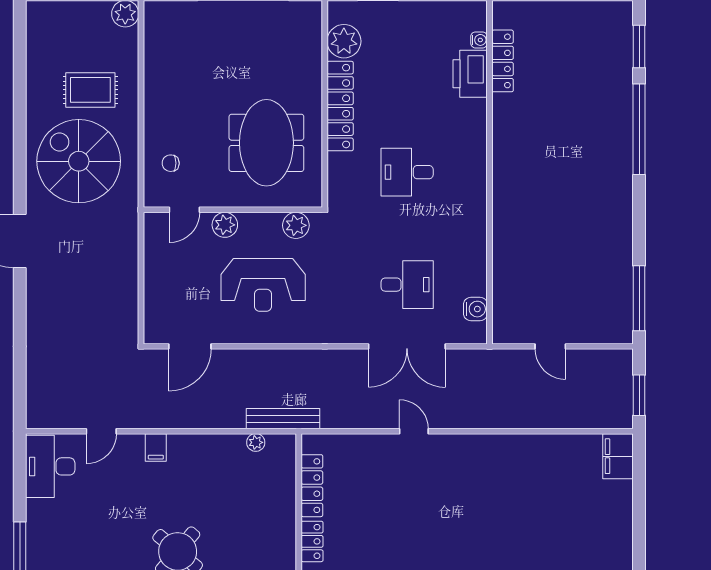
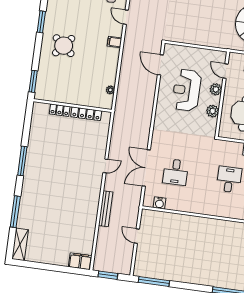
plant: (296, 225) -> (213, 111), moved
reception desk: (263, 285) -> (187, 90), moved
door: (550, 346) -> (137, 236), hinge flipped
bench: (283, 419) -> (106, 209), moved

